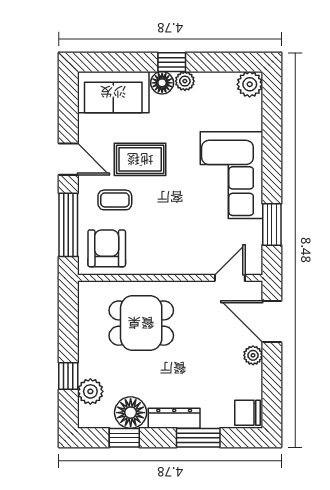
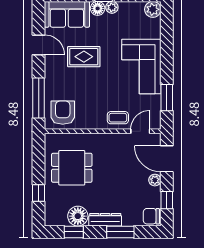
door: (68, 159) -> (39, 45), moved
coffee table: (115, 200) -> (118, 118), moved
dining table: (141, 323) -> (72, 168), moved
window: (272, 387) -> (167, 200), added
plant: (90, 391) -> (52, 203), removed

